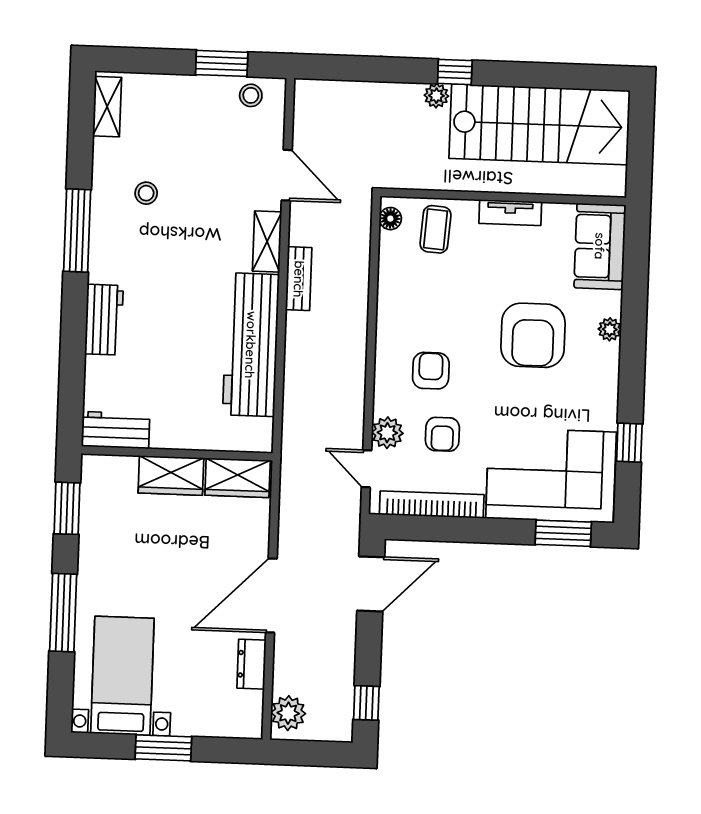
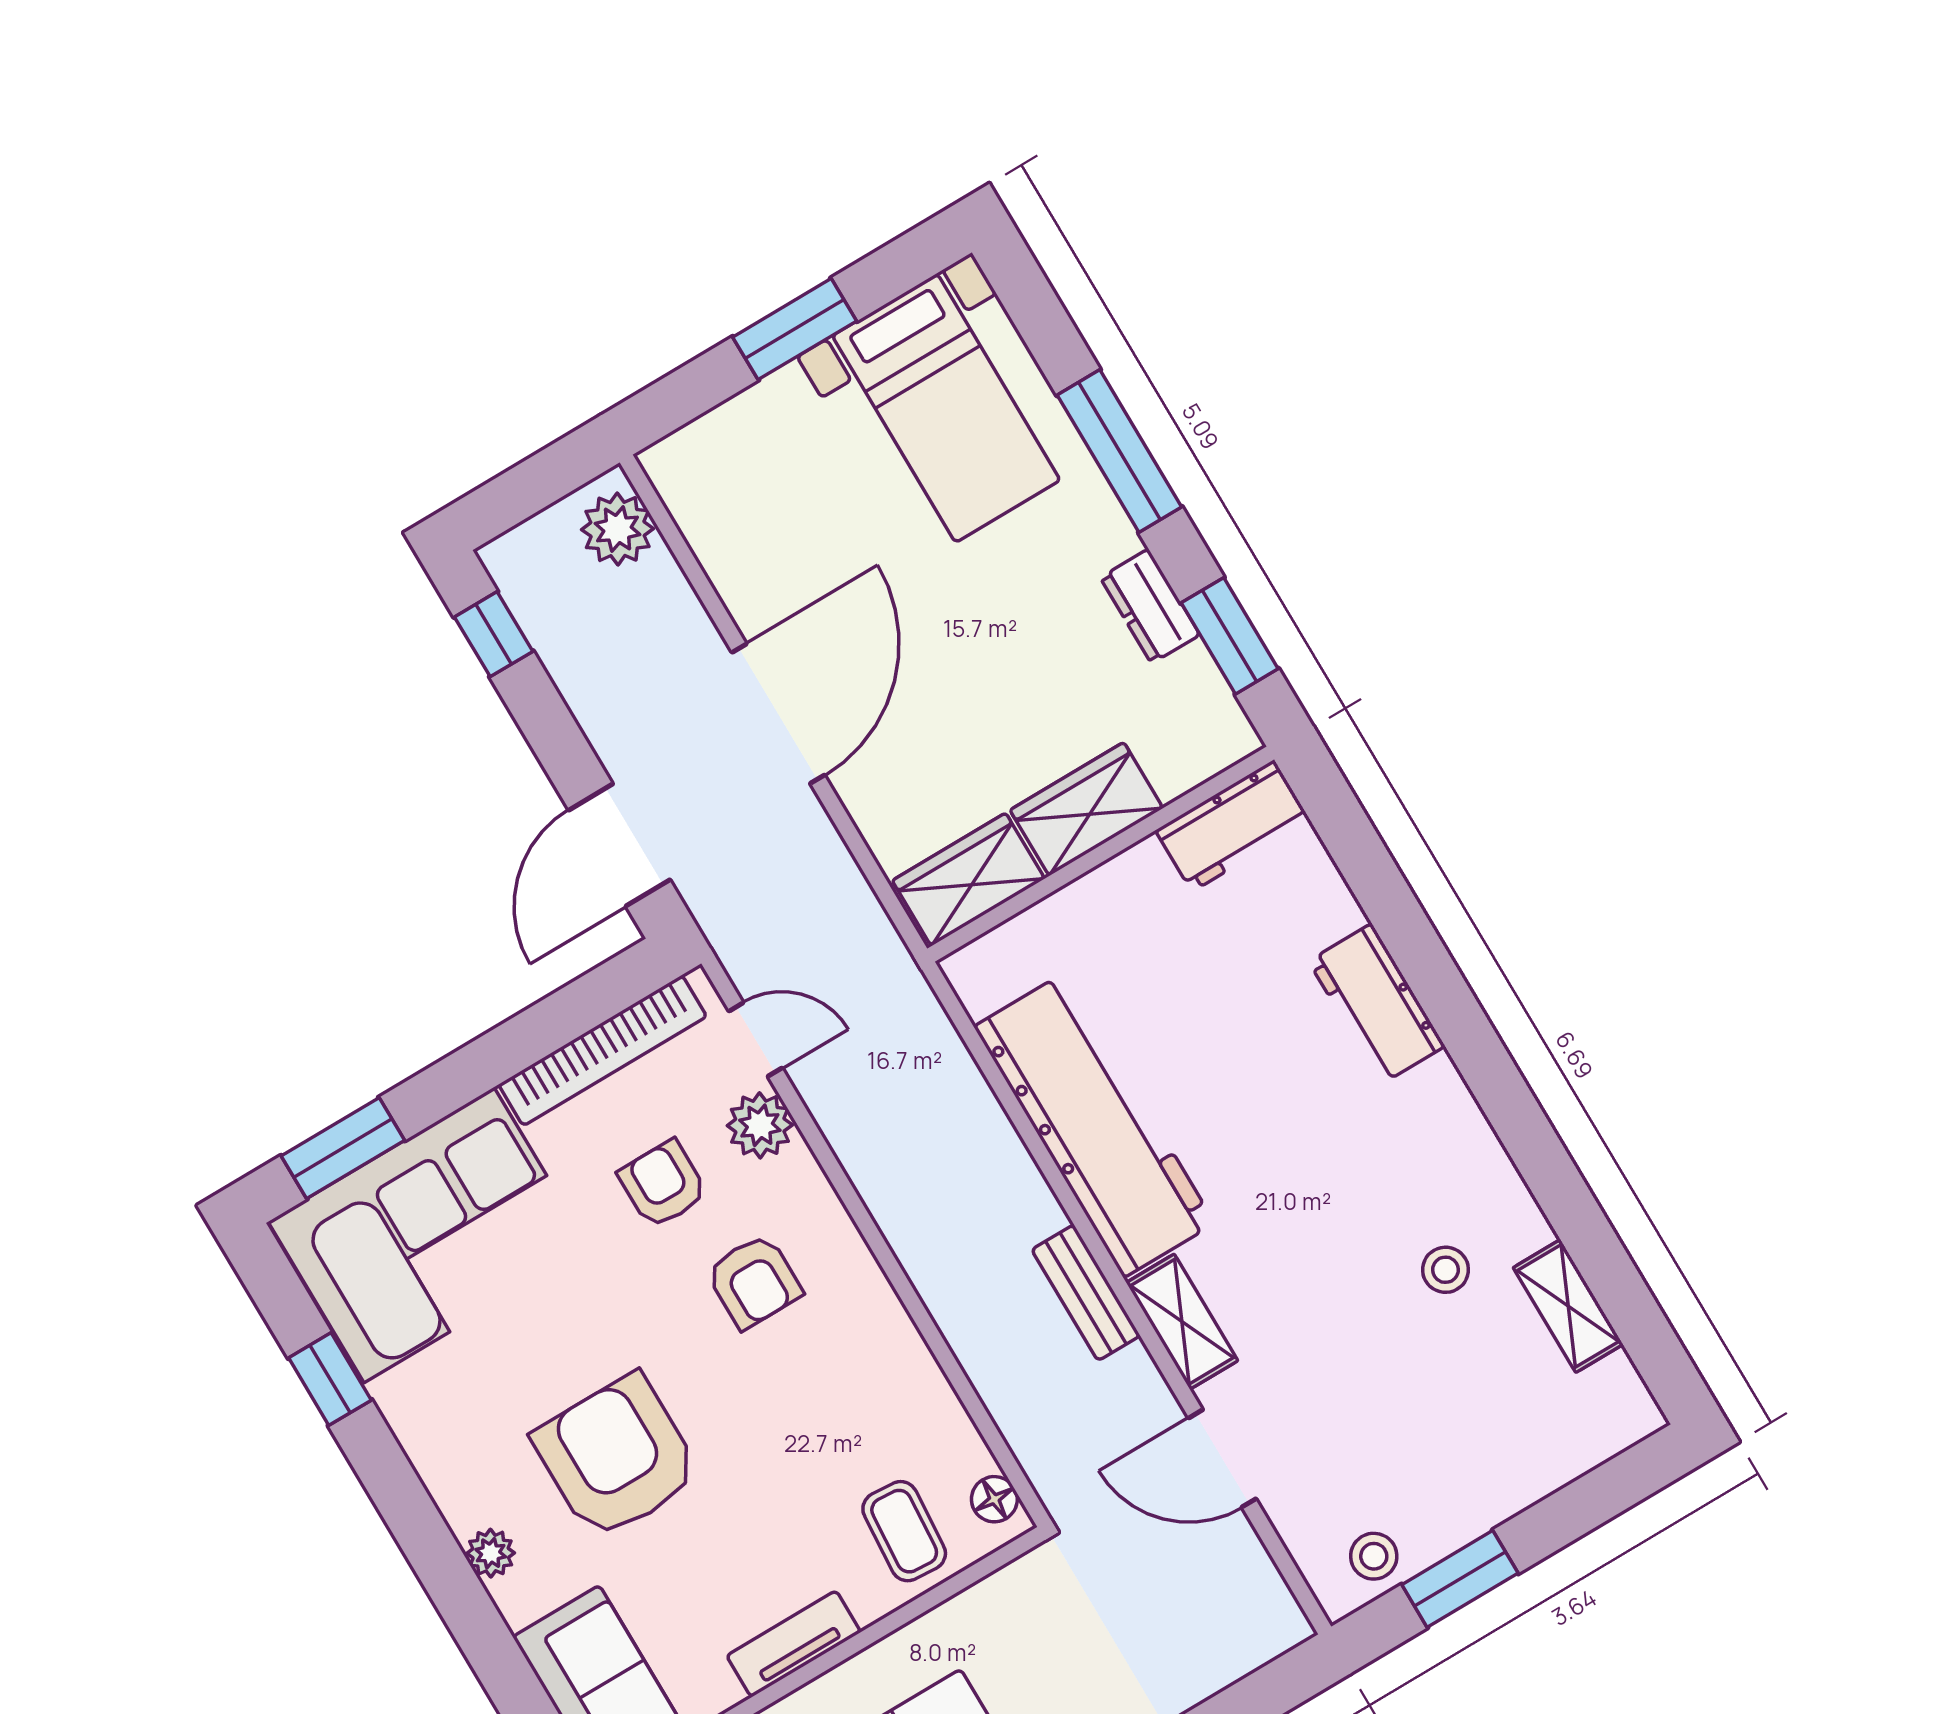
shelving: (107, 107) -> (1568, 1306), moved
window: (77, 231) -> (1523, 1128), removed
dresser: (251, 664) -> (1150, 606), moved, turned 180

